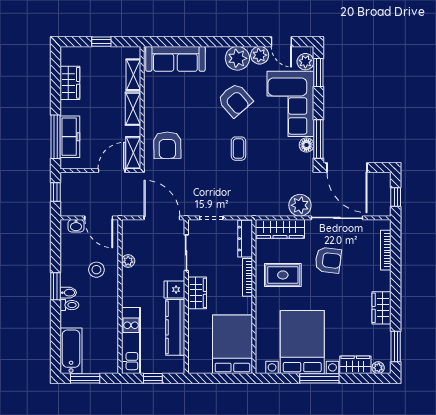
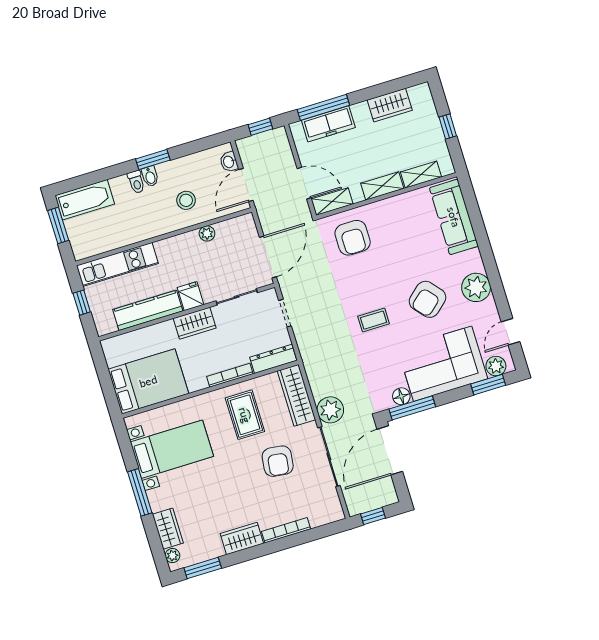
plant: (260, 55) -> (487, 312), removed
armchair: (167, 145) -> (353, 238), turned -89
bookcase: (386, 250) -> (286, 530), moved
bed with nightstands: (302, 342) -> (172, 449), width x0.73

